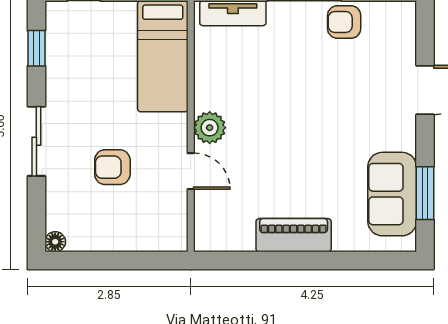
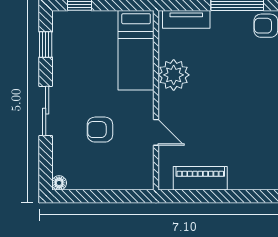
plant: (210, 128) -> (174, 75), moved, width x1.36, depth x1.36
piano: (294, 235) -> (200, 178), moved

